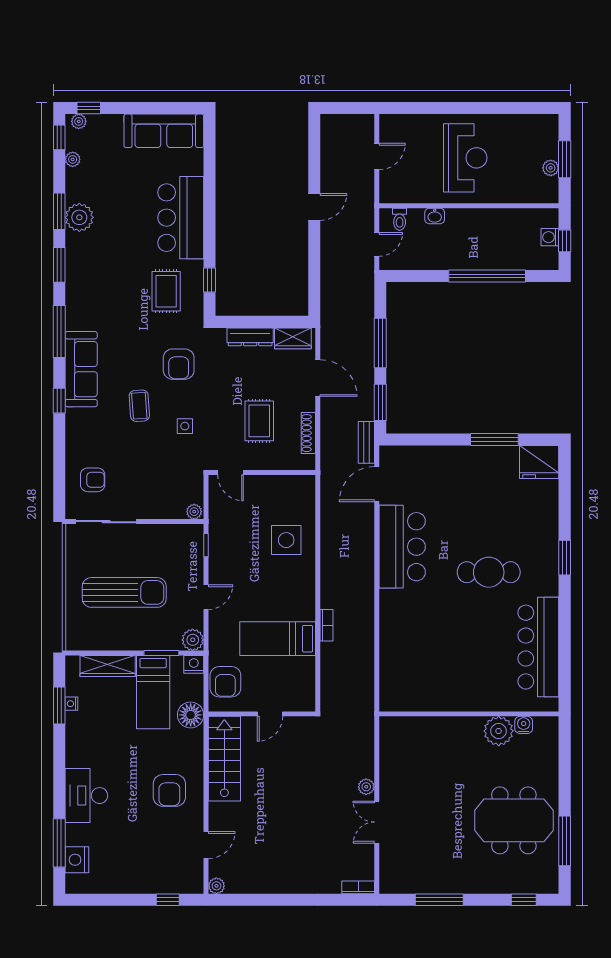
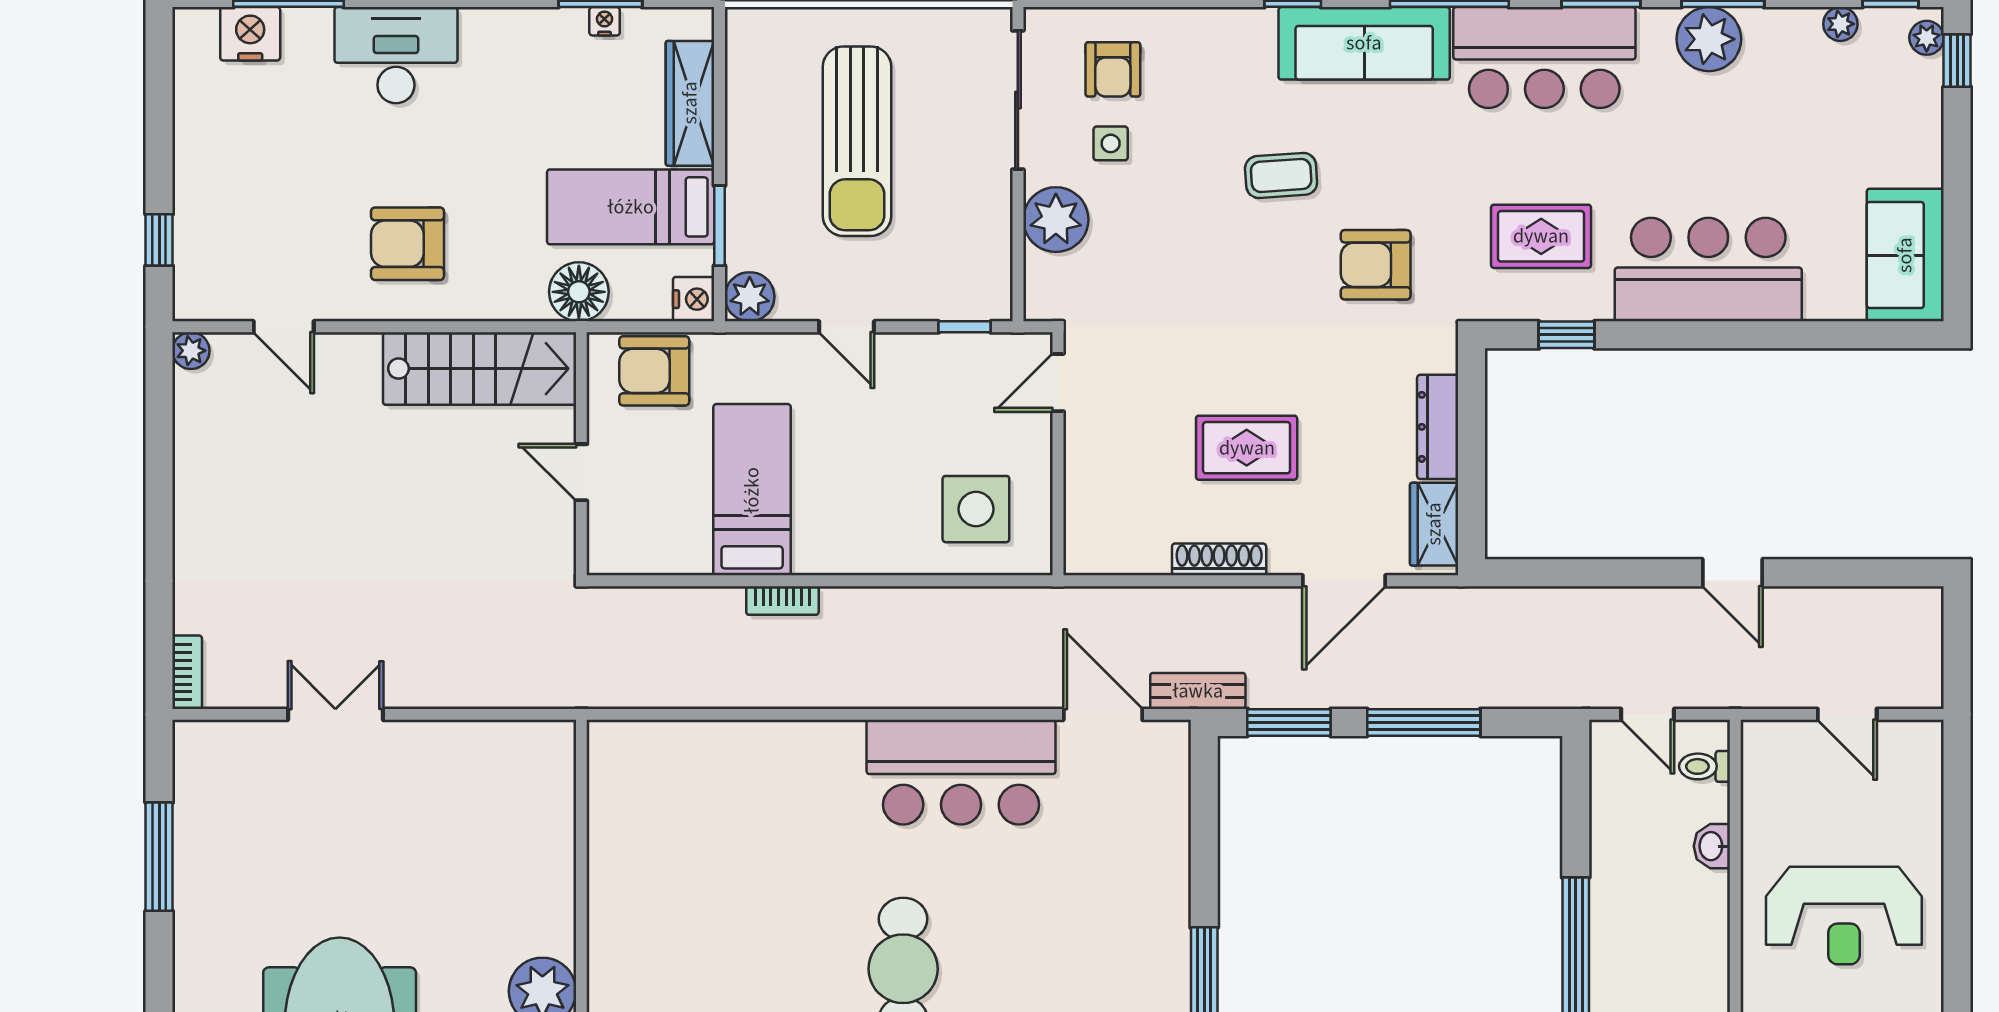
sofa: (164, 131) -> (1905, 255), width x0.73
bar counter: (87, 290) -> (1544, 58), added
side table: (185, 426) -> (1111, 143), moved
door: (231, 473) -> (1058, 383), moved
wall: (262, 473) -> (1058, 454), moved
plant: (194, 512) -> (1056, 220), moved, width x1.88, depth x1.88
plant: (366, 787) -> (416, 691), removed

